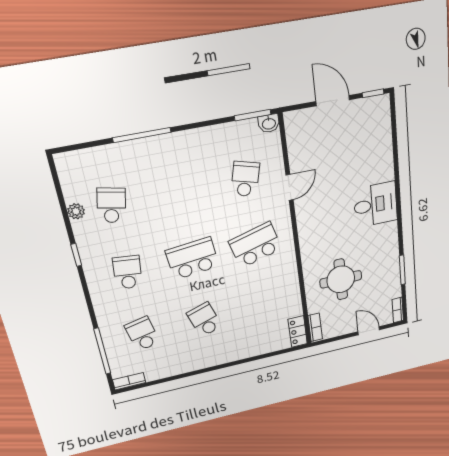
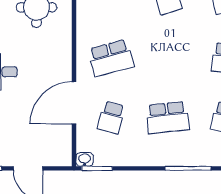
door: (290, 187) -> (74, 103), width x1.88
school desk: (192, 258) -> (167, 118), moved

